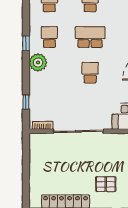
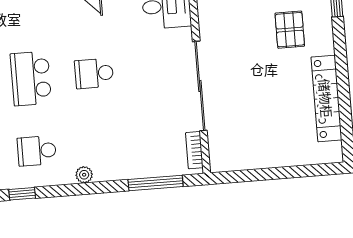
window: (26, 43) -> (22, 194), moved
plant: (38, 62) -> (84, 175), width x0.53, depth x0.53
window: (26, 102) -> (156, 183), width x2.17

